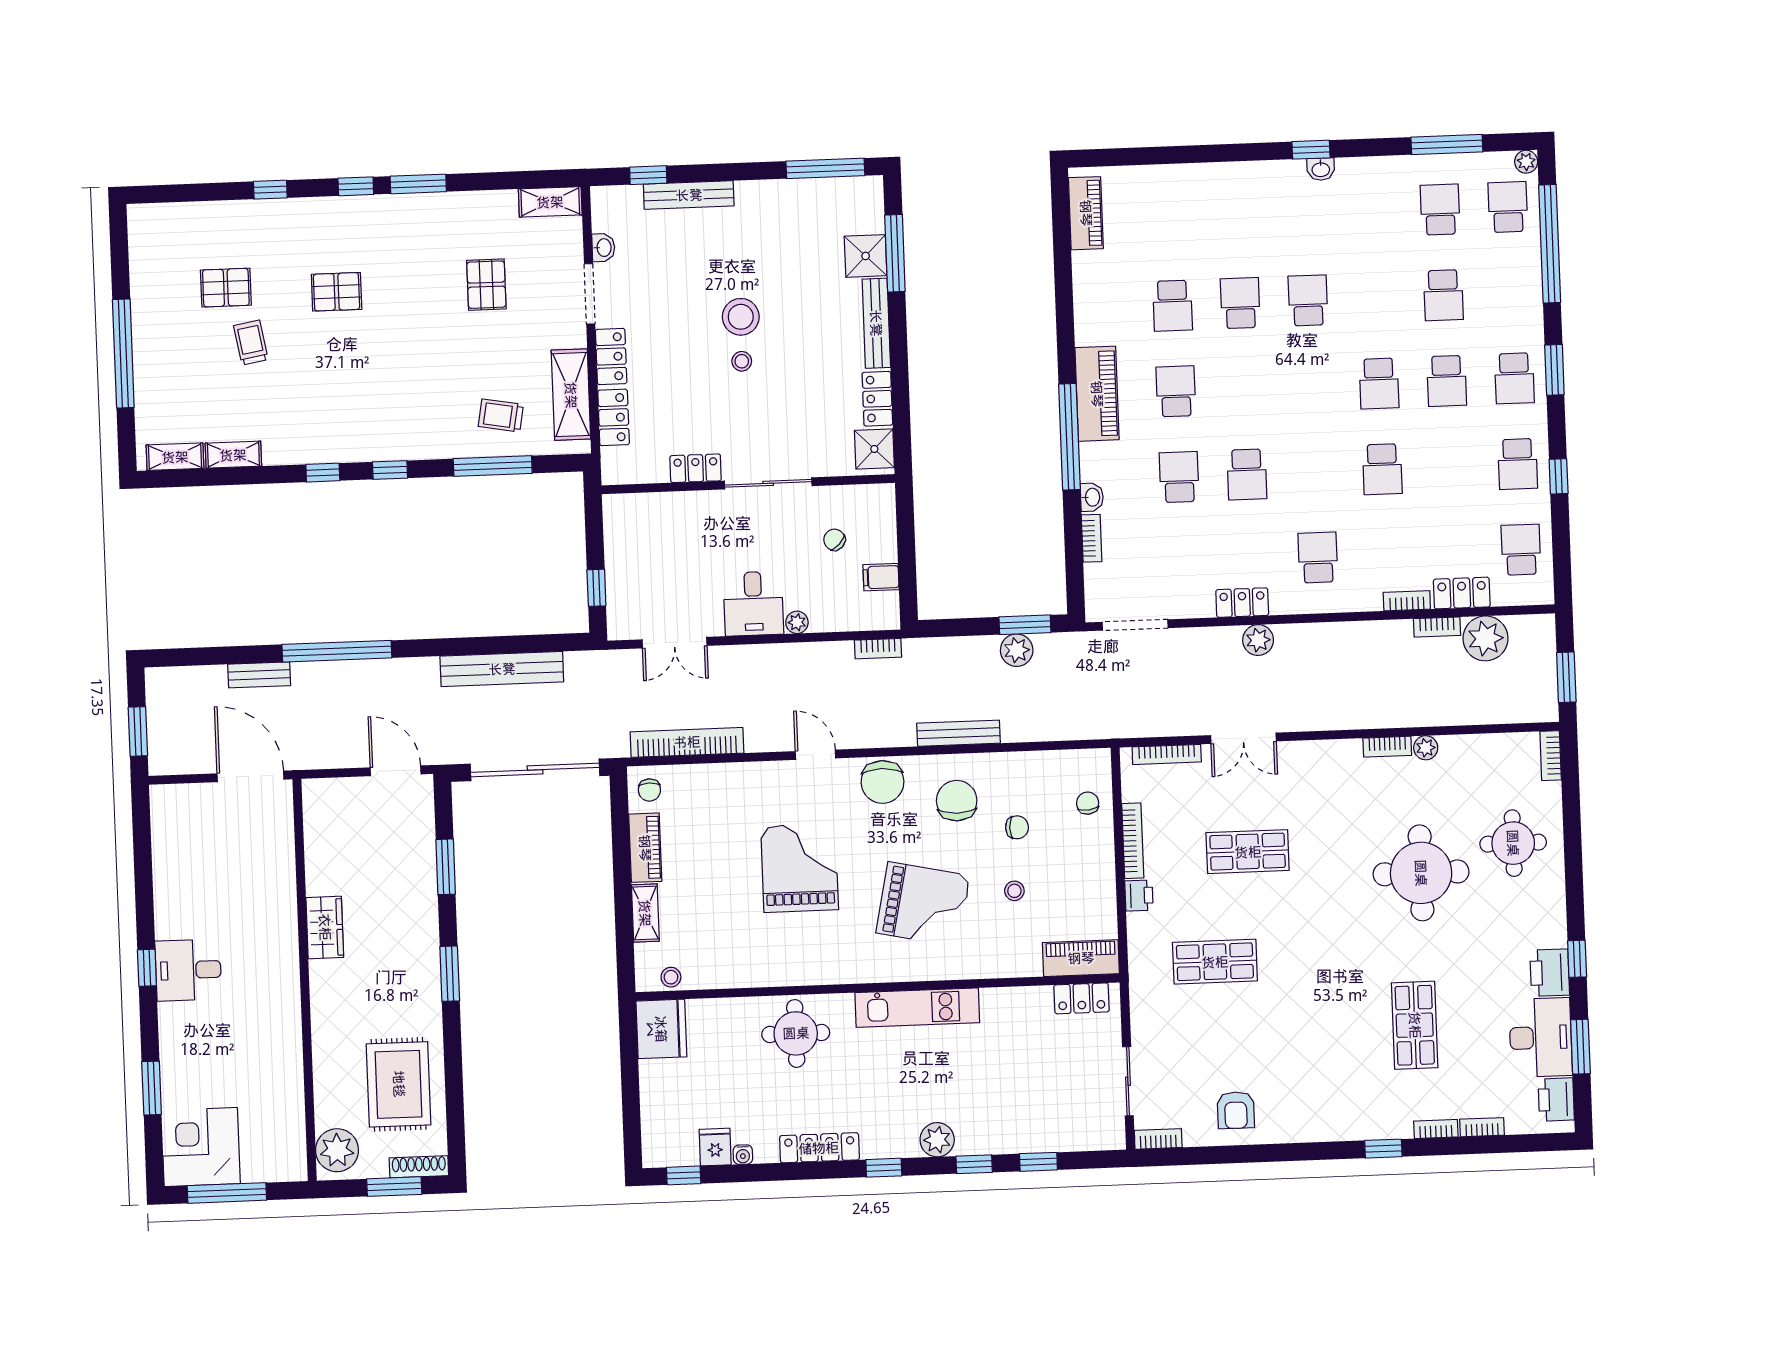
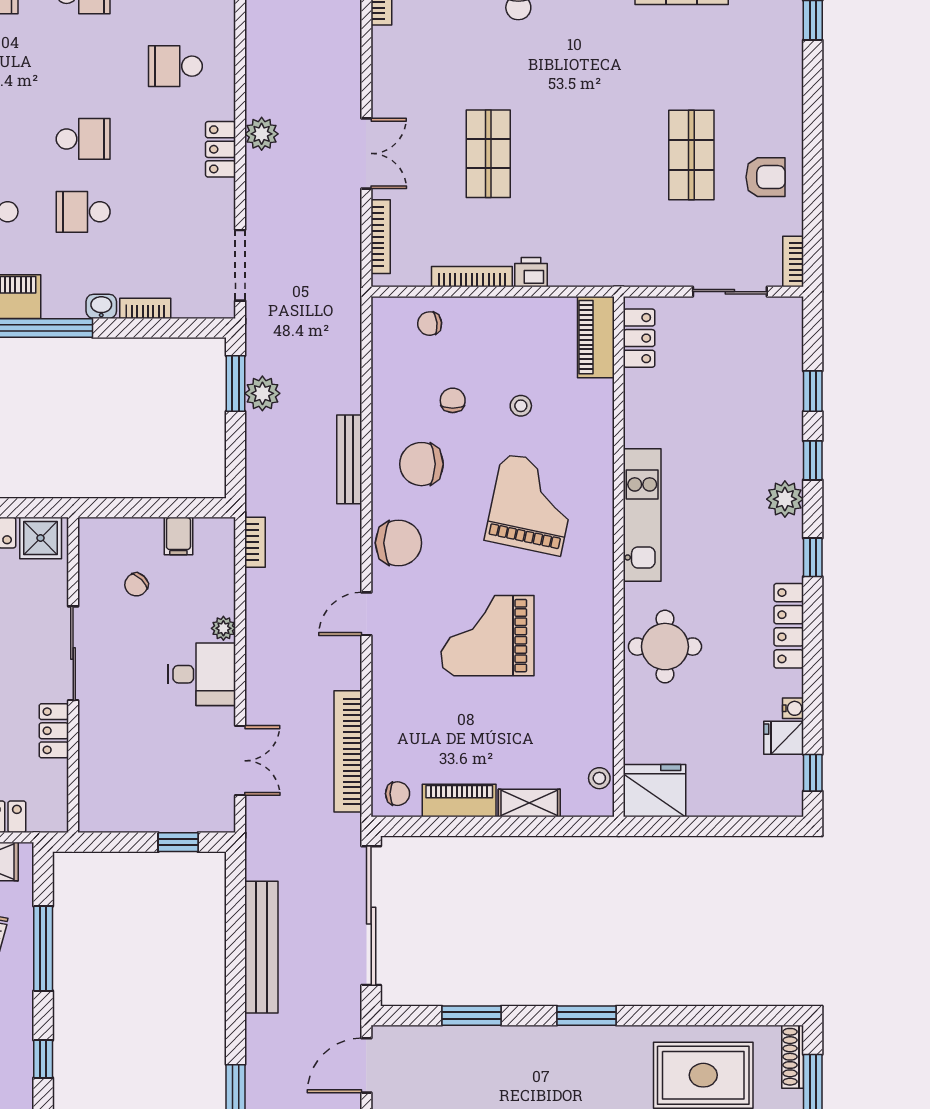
shop shelf: (1215, 962) -> (691, 155), moved

